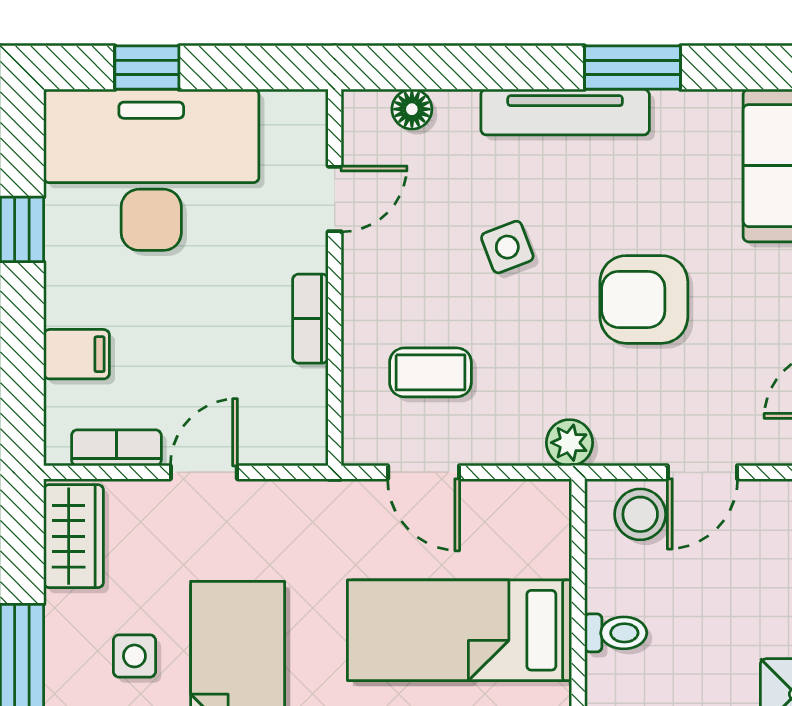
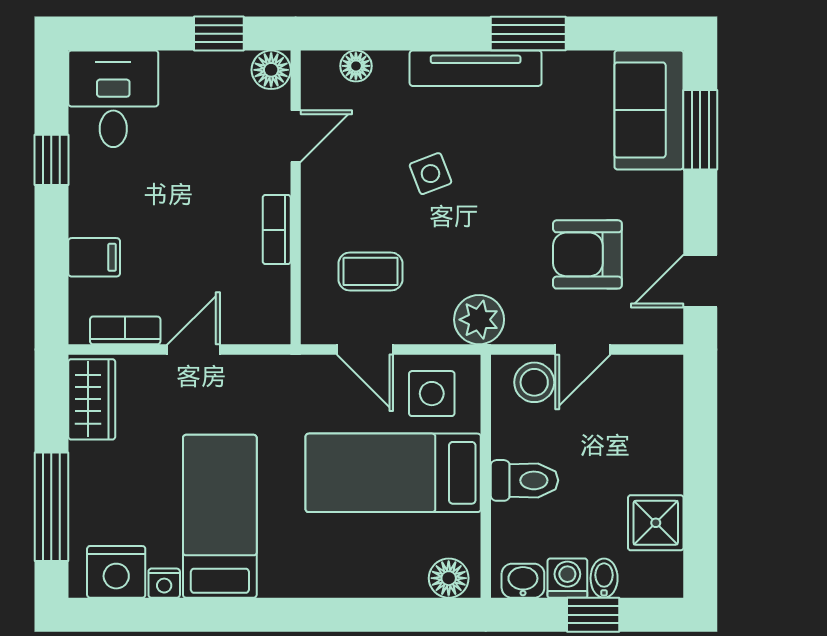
window: (147, 68) -> (219, 34), moved
floor lamp: (303, 114) -> (271, 70), added
desk: (151, 170) -> (113, 99), width x0.53, depth x0.77
armchair: (644, 299) -> (587, 254), moved
plant: (570, 443) -> (479, 320), width x1.38, depth x1.38
toilet: (616, 633) -> (524, 480), width x1.37, depth x1.39
side table: (134, 656) -> (432, 394), moved, width x1.37, depth x1.37

